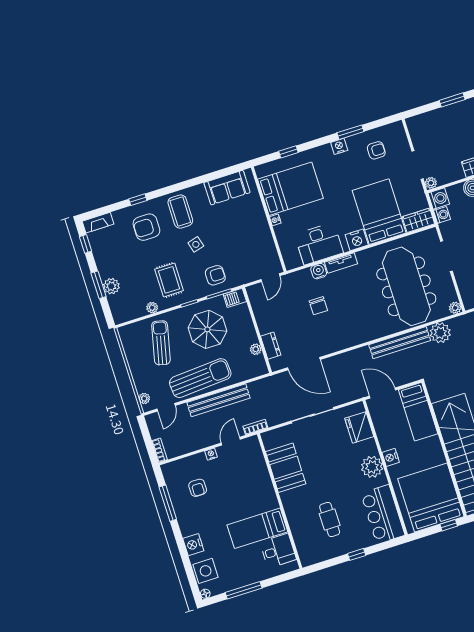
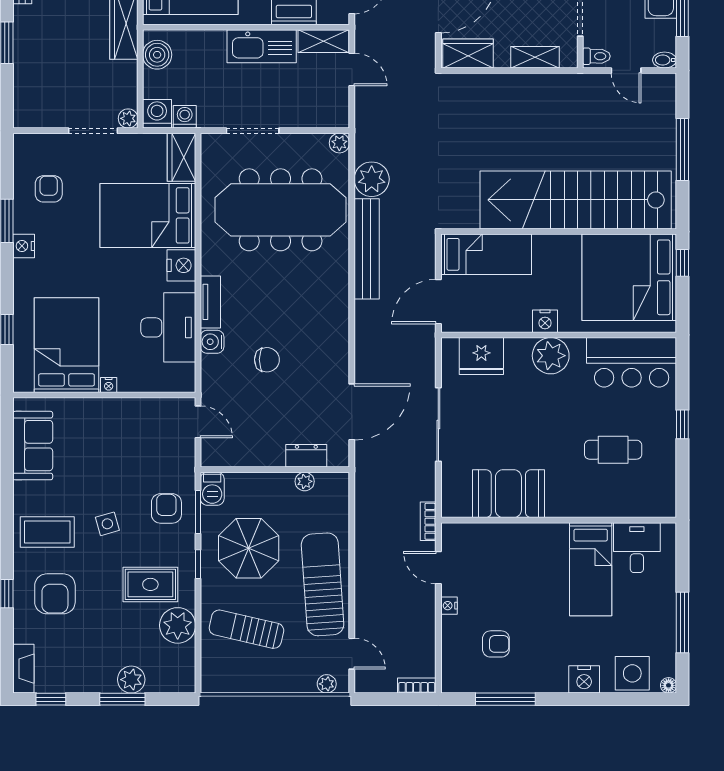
plant: (152, 308) -> (178, 625), width x1.88, depth x1.88
bench: (218, 400) -> (367, 566), removed

